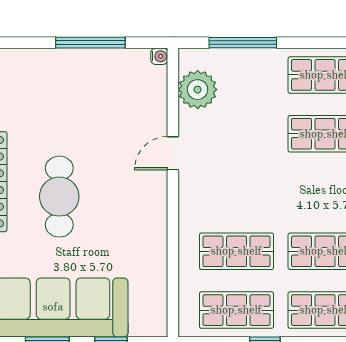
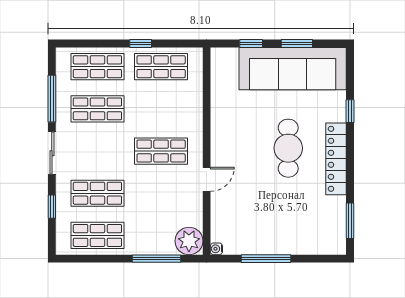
plant: (198, 90) -> (189, 241), moved
shop shelf: (236, 251) -> (161, 151), moved

